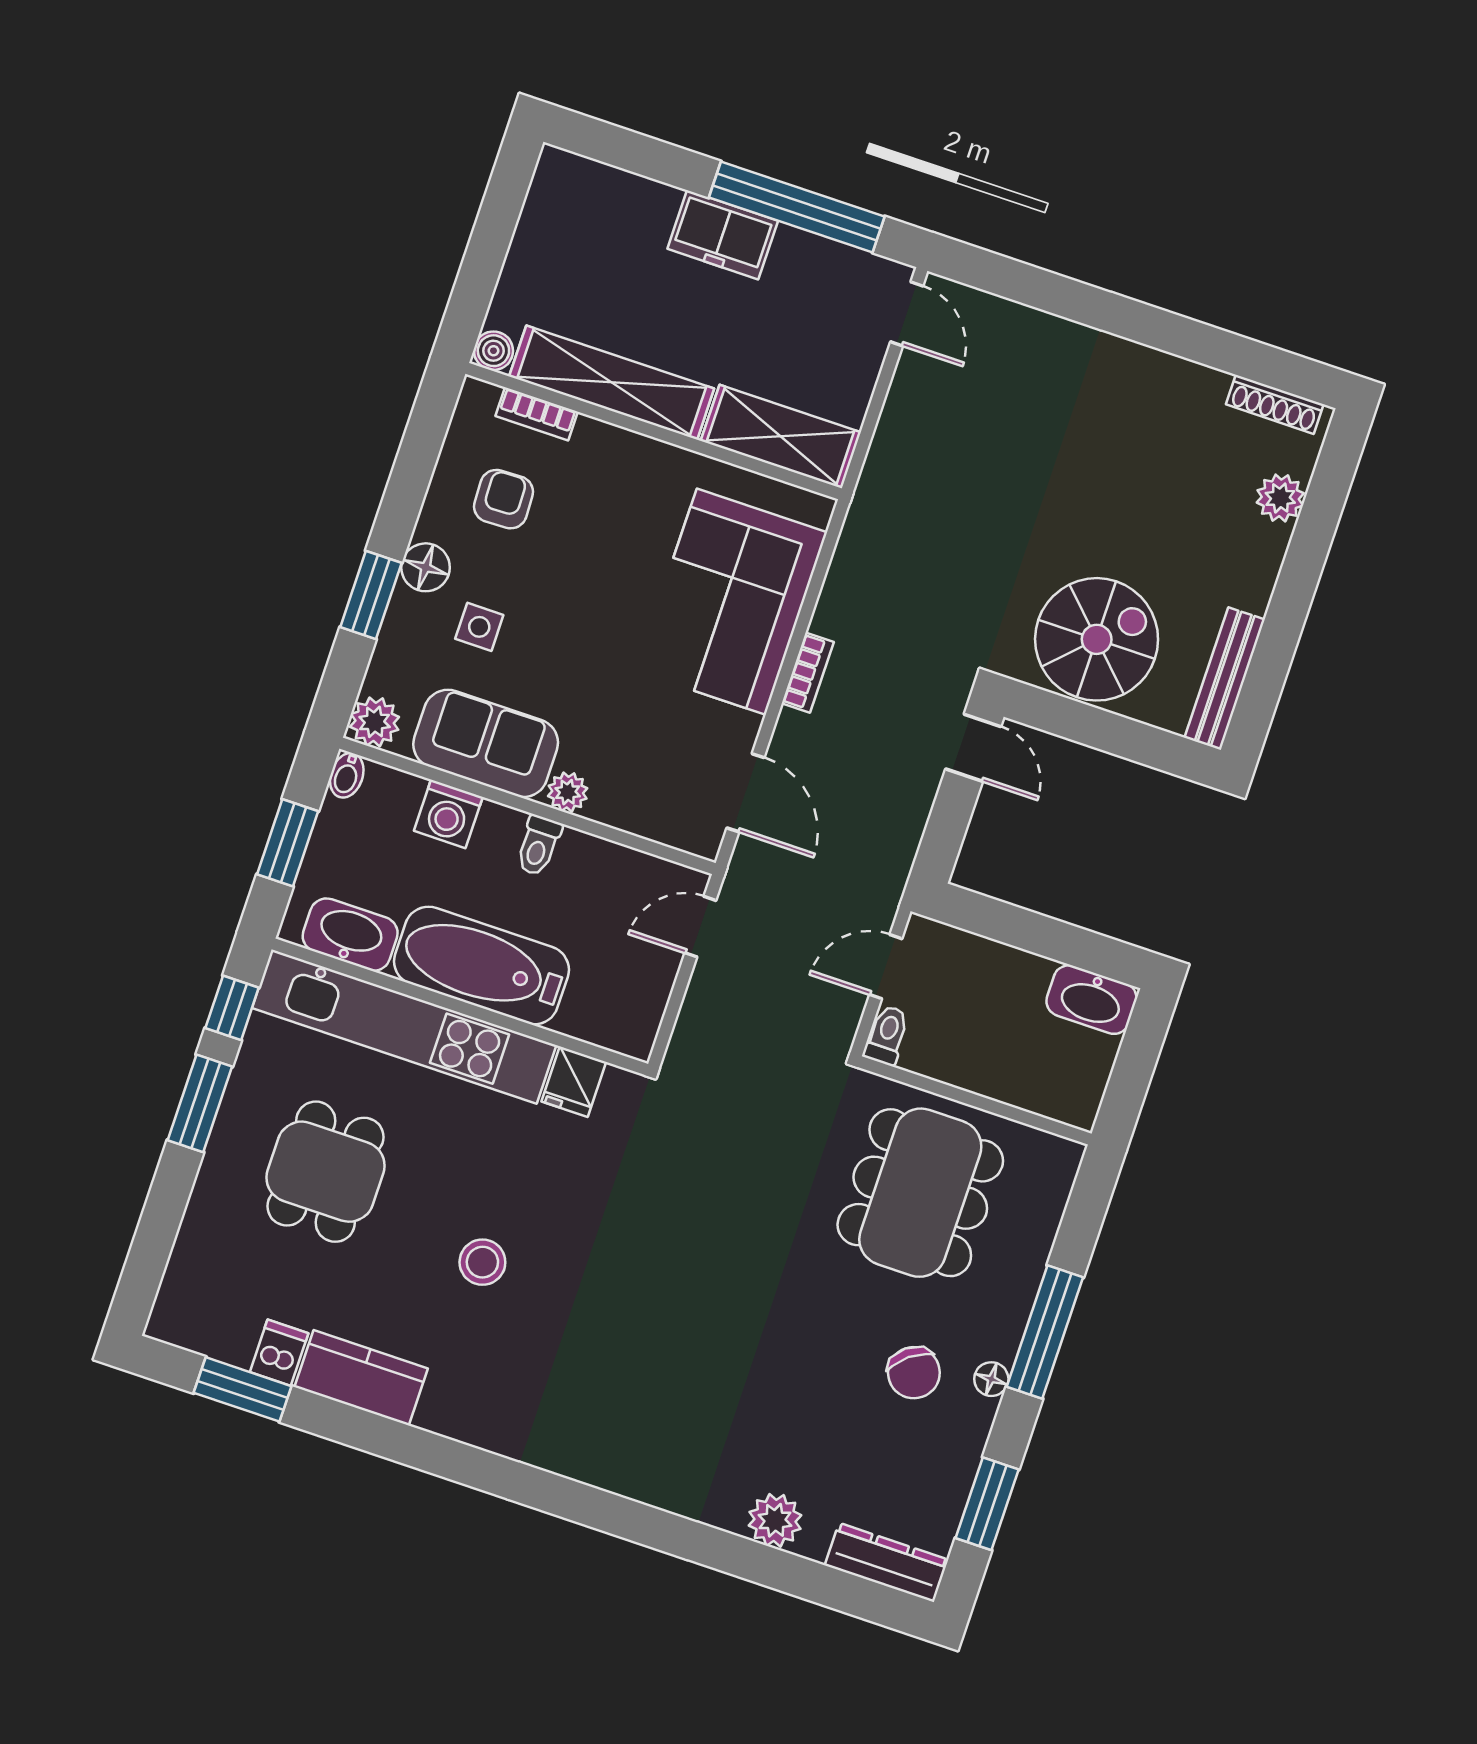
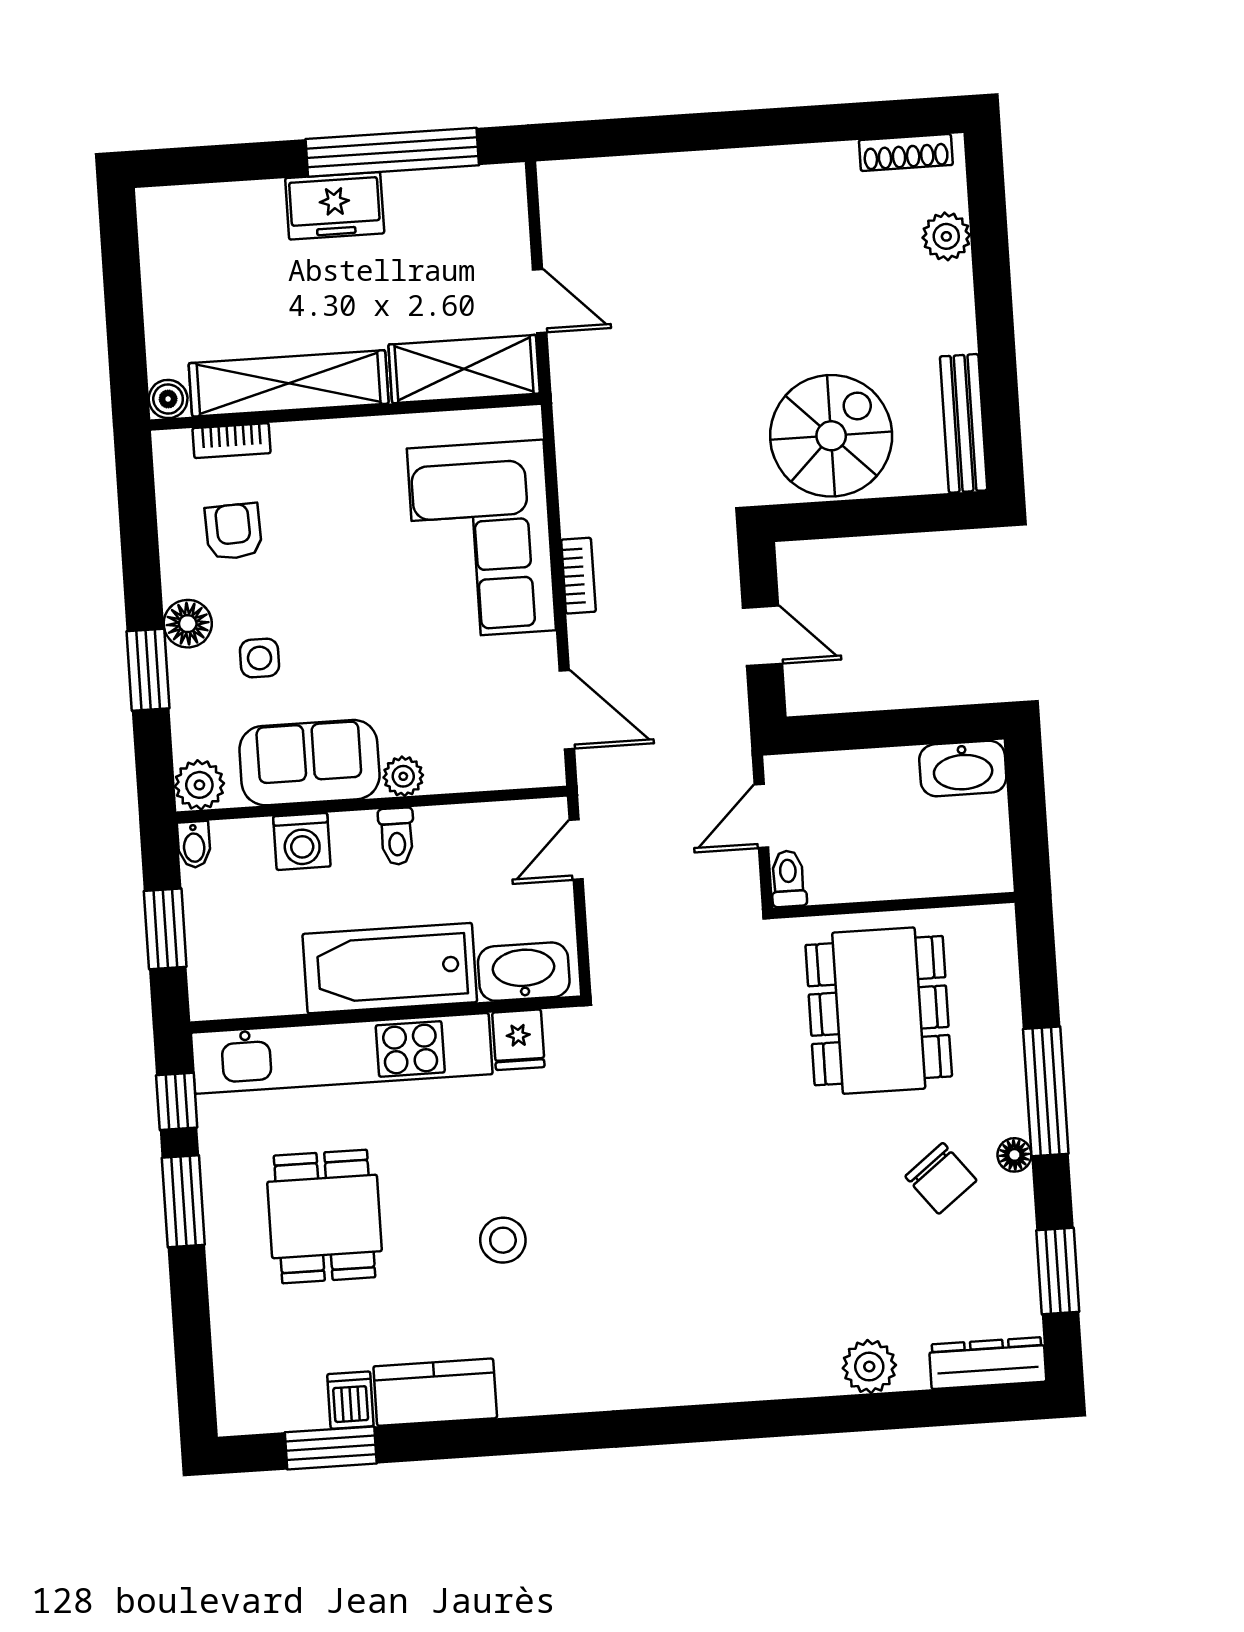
door: (907, 314) -> (540, 301), moved
door: (973, 748) -> (763, 636), moved
washbasin: (350, 935) -> (524, 972), moved

